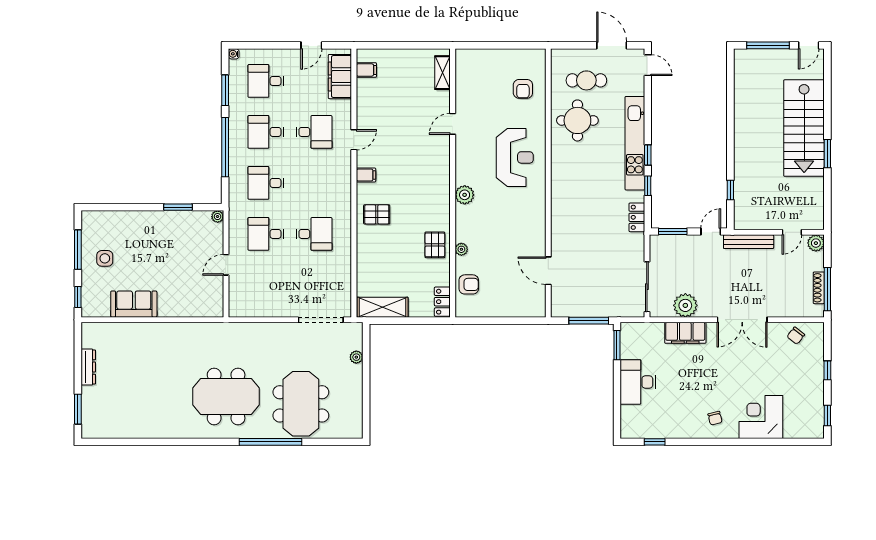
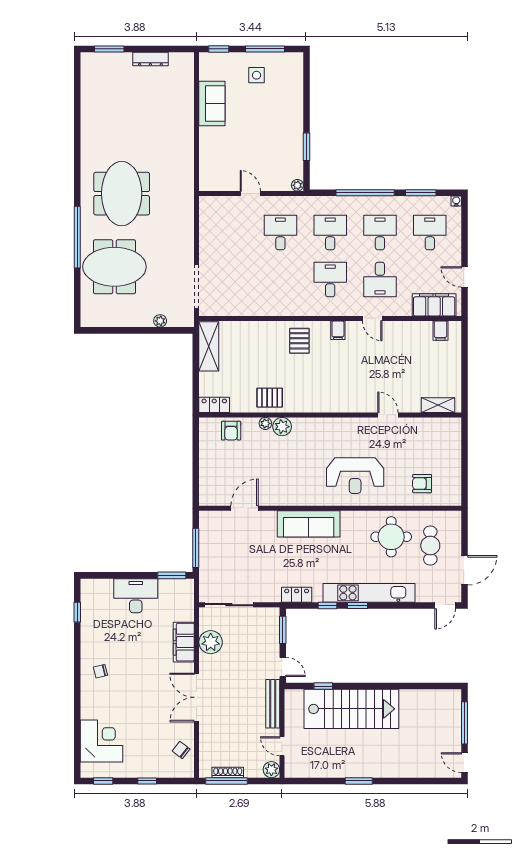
stairs: (804, 128) -> (351, 709), moved, turned 180
plant: (465, 195) -> (282, 427), moved
sofa: (564, 205) -> (309, 524), added
desk: (314, 234) -> (330, 280), moved, turned 180
corner desk: (761, 417) -> (102, 741), moved

